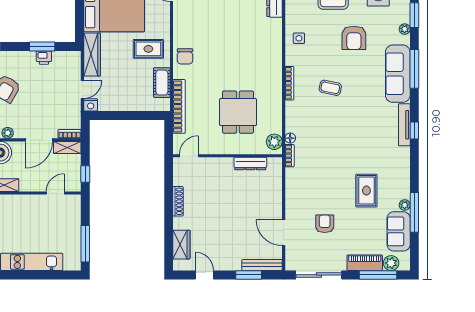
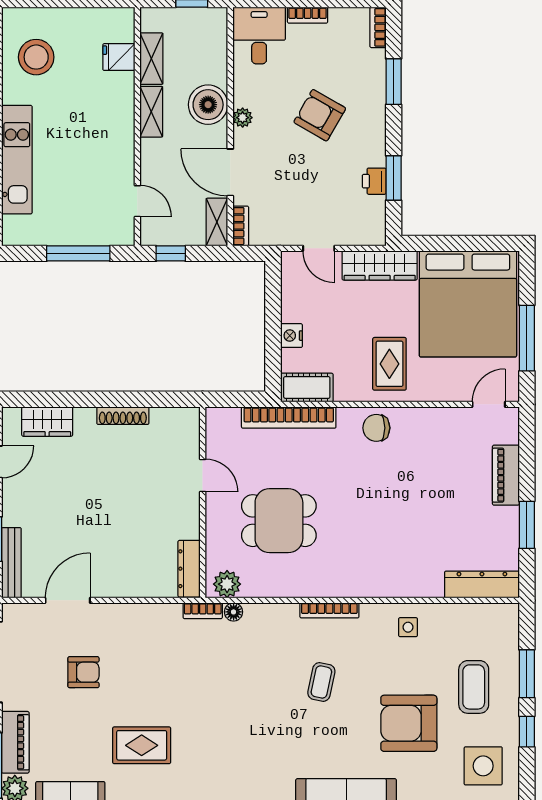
armchair: (354, 38) -> (409, 723), width x1.36, depth x1.36
cot: (162, 83) -> (307, 387), moved
nightstand: (91, 105) -> (291, 336), moved
door: (189, 156) -> (203, 475), moved
dresser: (250, 163) -> (189, 569), moved
window: (85, 244) -> (78, 253), moved

